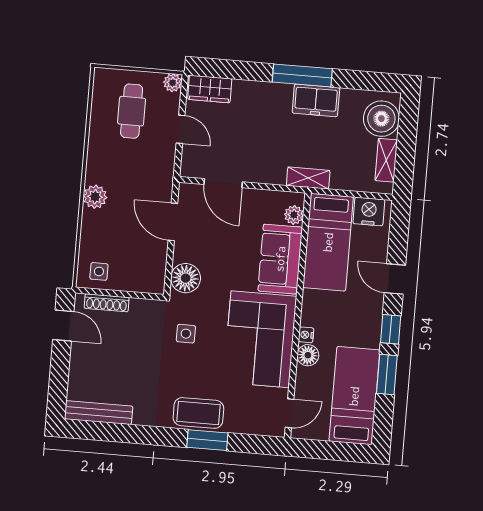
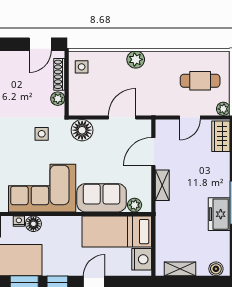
boiler: (381, 119) -> (216, 269), width x0.54, depth x0.54
shelving: (308, 178) -> (162, 185), moved
plant: (140, 308) -> (58, 99), added
nightstand: (306, 335) -> (19, 221), moved

